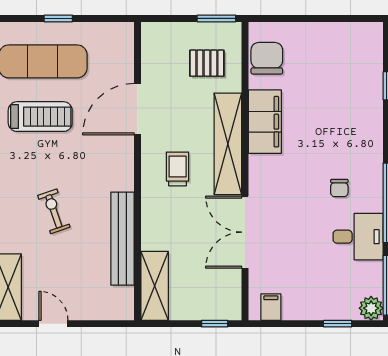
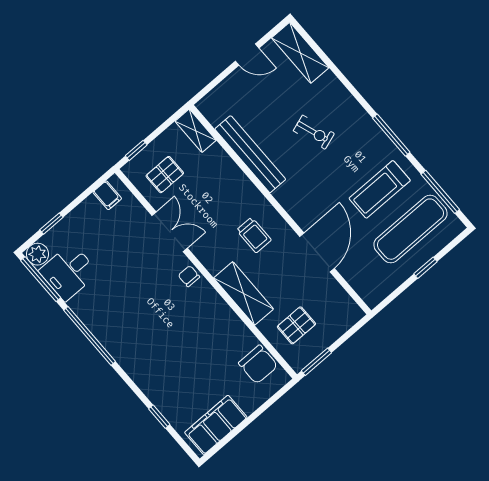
filing cabinet: (265, 122) -> (216, 425), moved, turned 90
shelving: (228, 144) -> (244, 293), width x0.68
chair: (339, 188) -> (189, 276), moved
double door: (245, 232) -> (170, 232), width x0.73
desk: (358, 237) -> (68, 272), moved
pallet: (208, 283) -> (165, 175), added
shelving: (155, 286) -> (196, 131), width x0.67, depth x0.75

